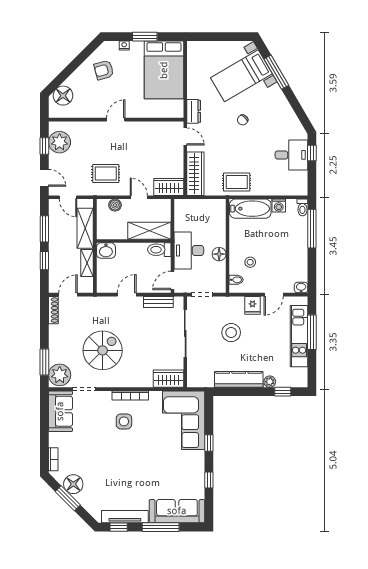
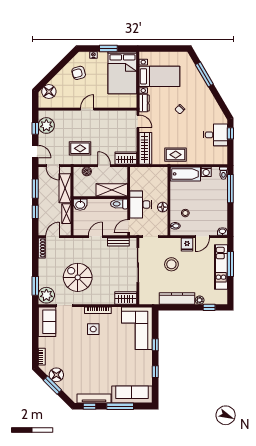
bed with nightstands: (241, 76) -> (159, 76), moved, turned -150
spiral stairs: (103, 350) -> (78, 277), turned -90

